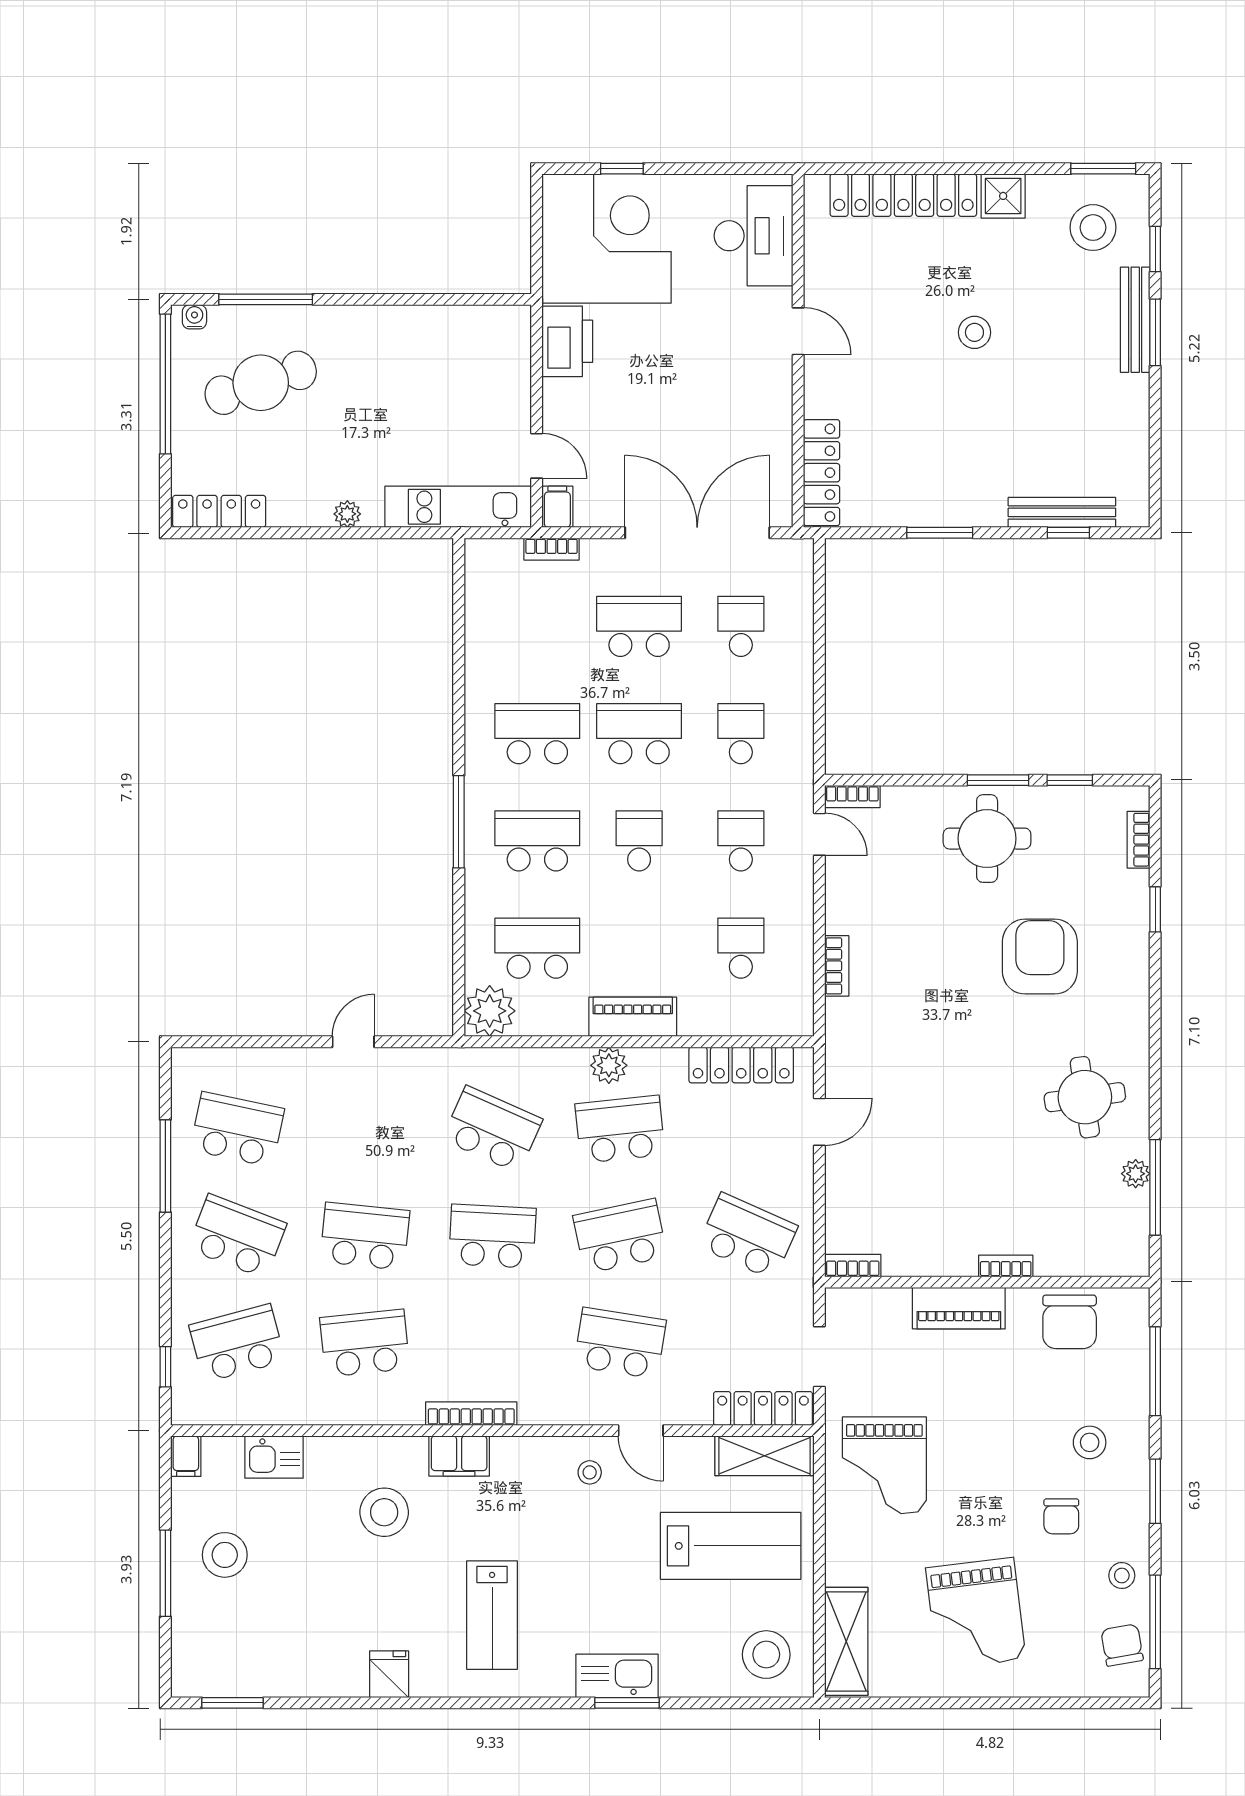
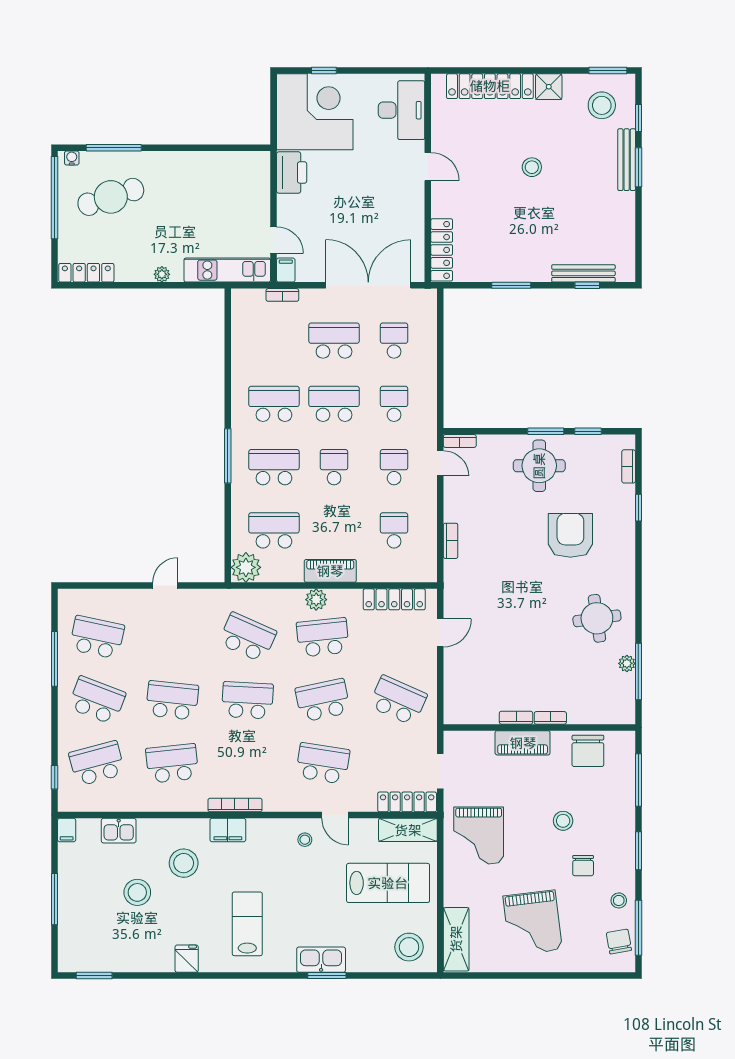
bookcase: (853, 1266) -> (516, 718), moved
stool: (1090, 1442) -> (563, 821), moved
stool: (225, 1555) -> (137, 892), moved
lab bench: (492, 1615) -> (247, 924), turned 180

